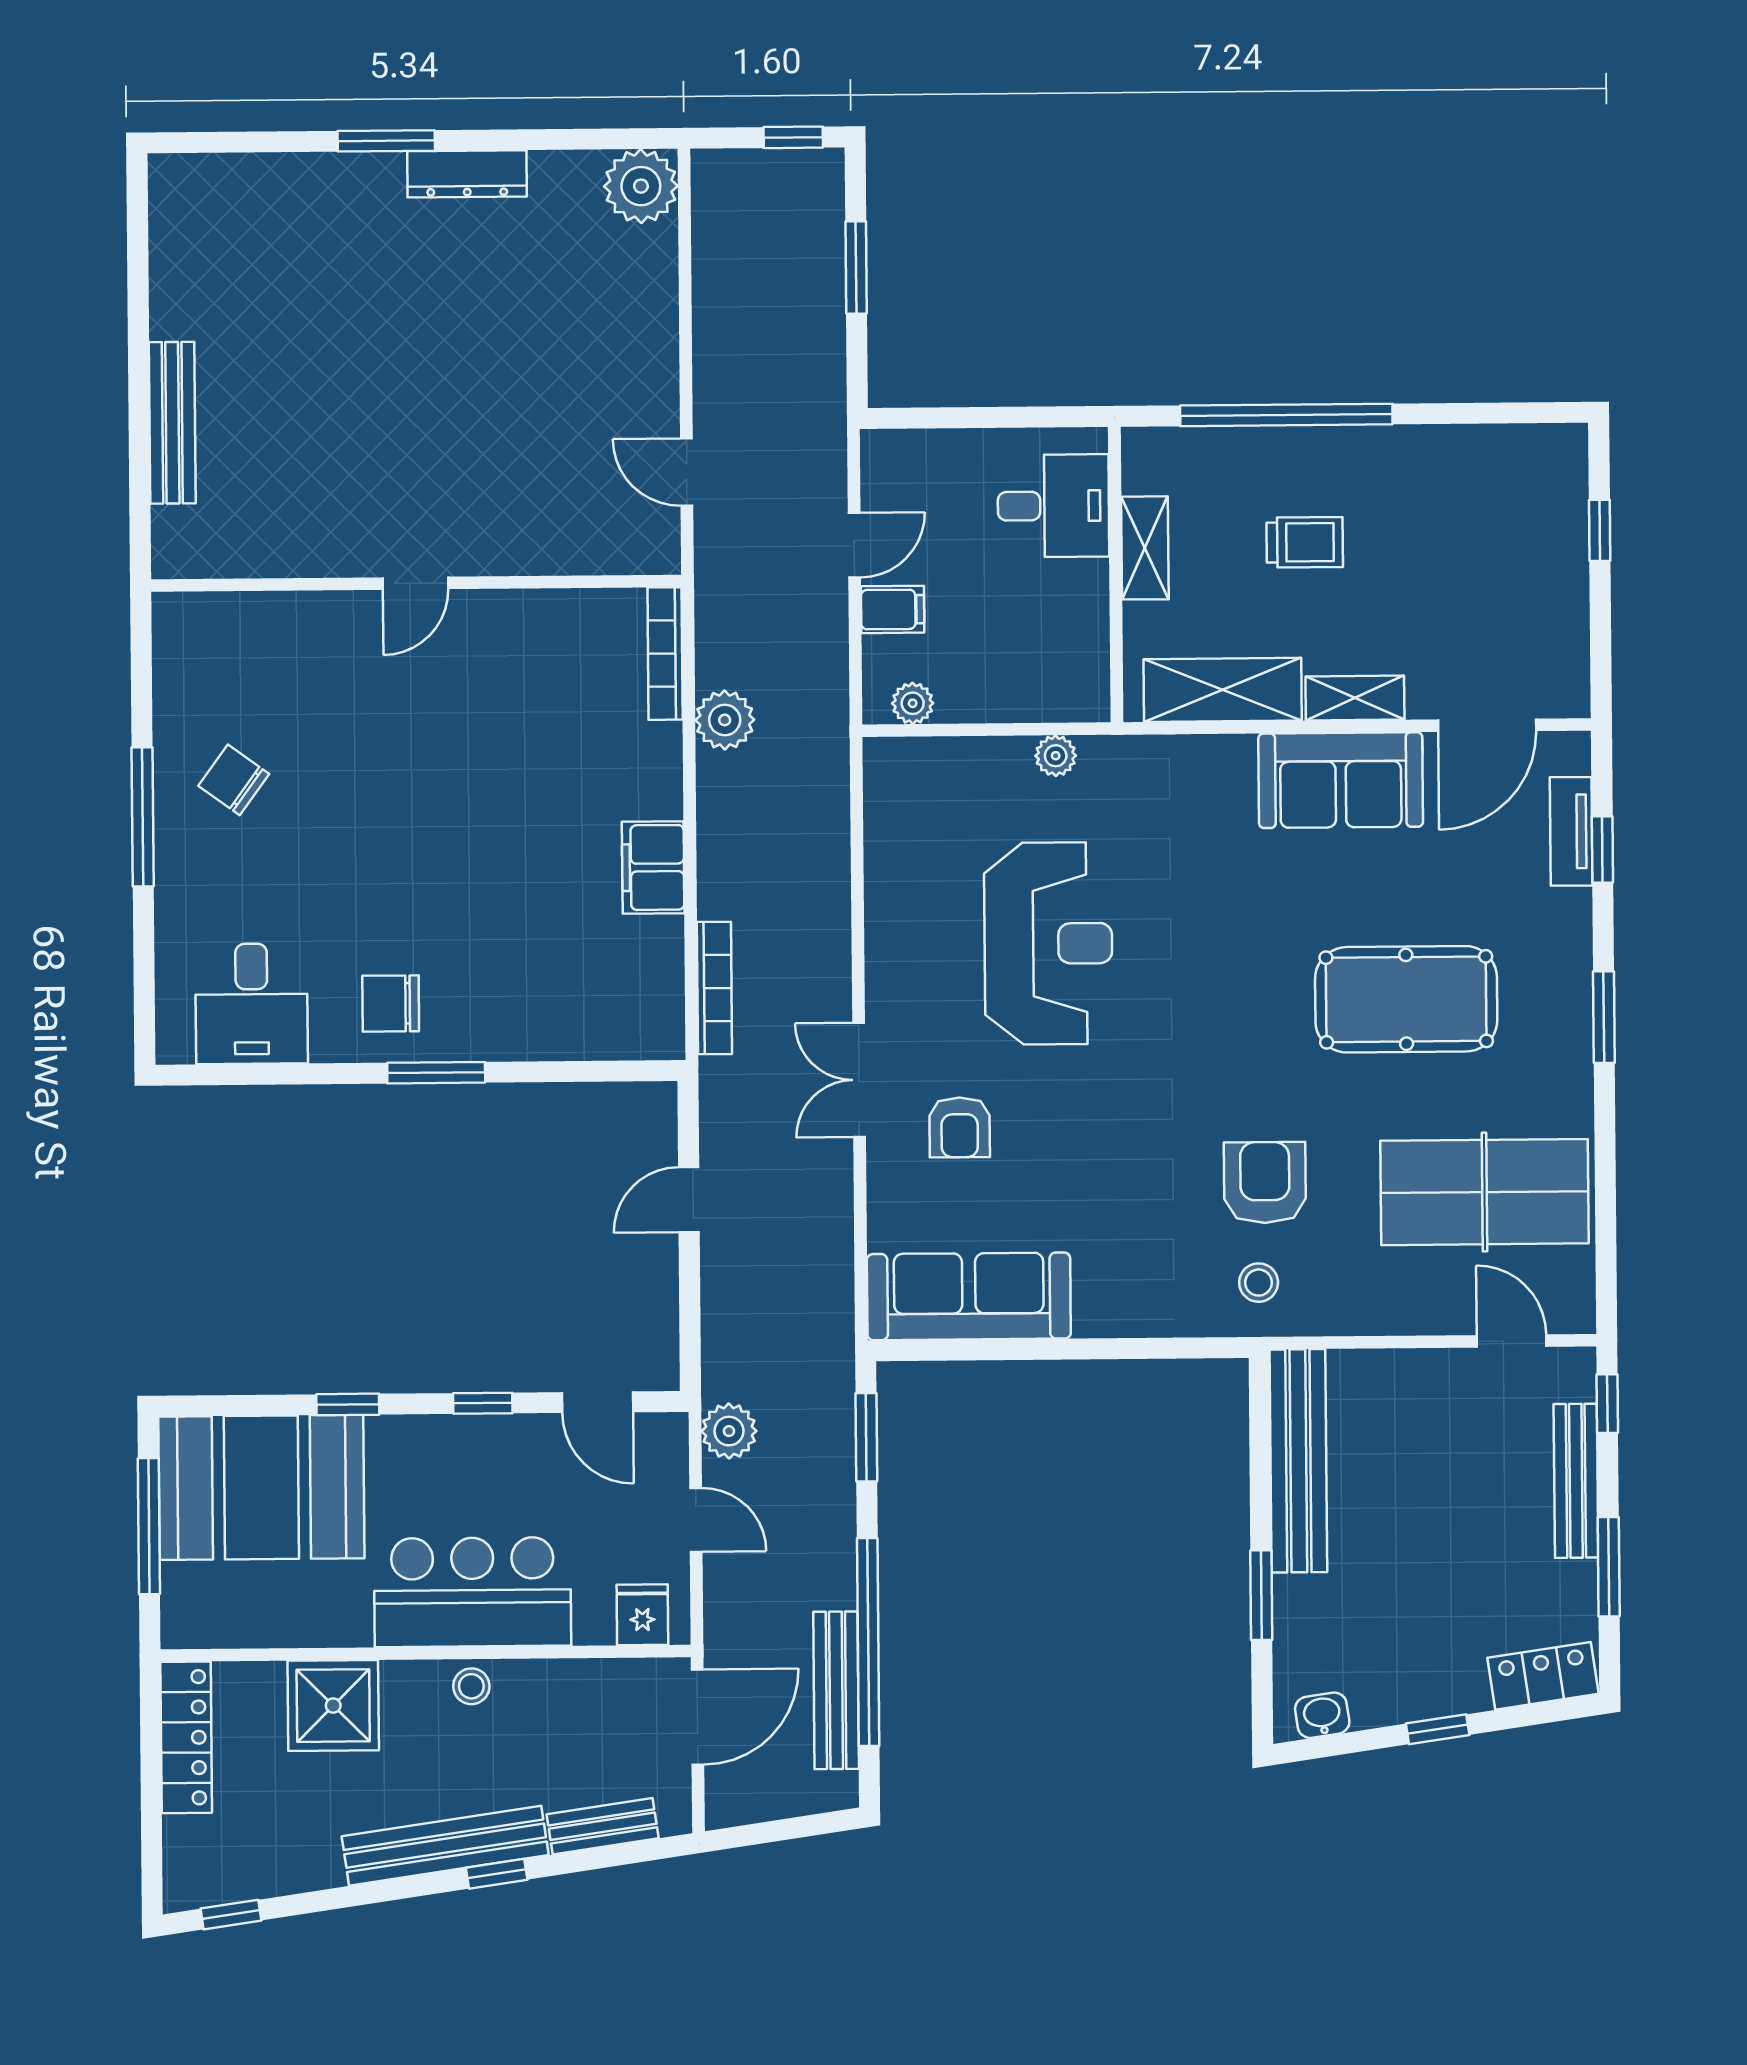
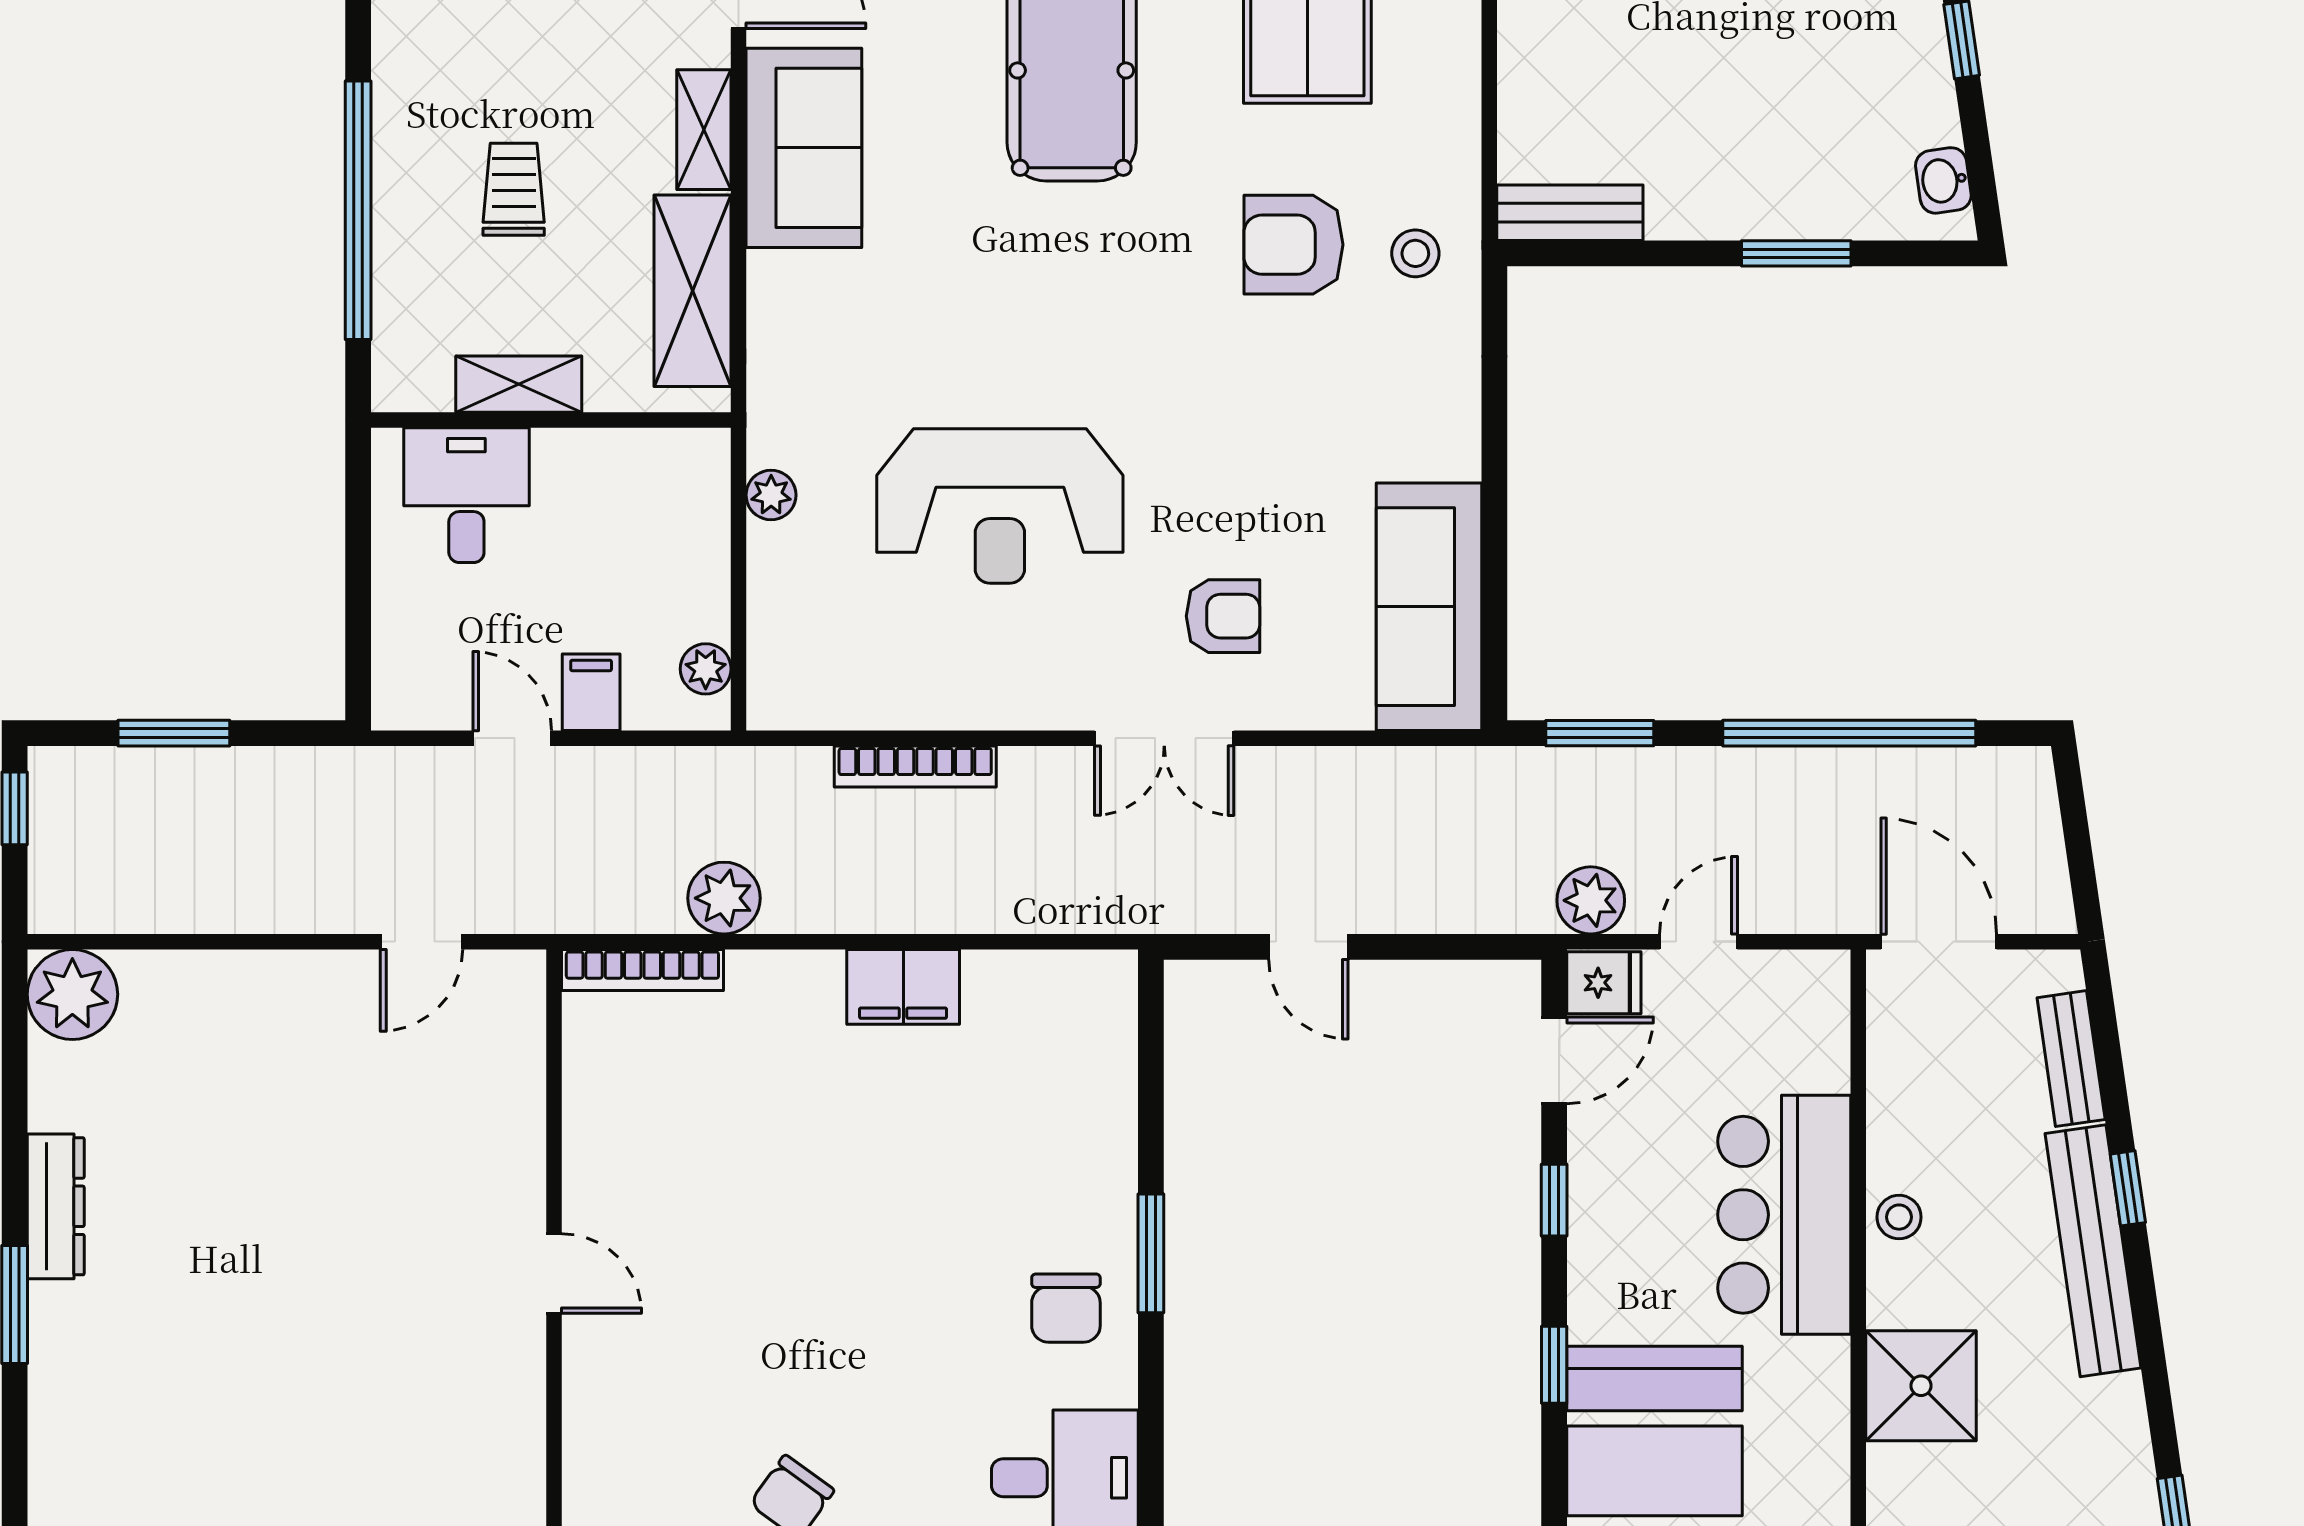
reception desk: (1048, 944) -> (1000, 506), turned 180
bookcase: (714, 988) -> (915, 766), moved, turned 180
bench: (1298, 1461) -> (1570, 213), width x0.54, depth x0.82
fridge: (642, 1615) -> (1604, 983), moved, turned 180
bench: (836, 1690) -> (1908, 773), removed

